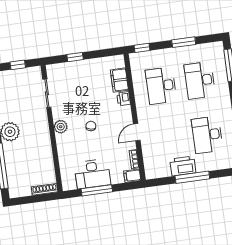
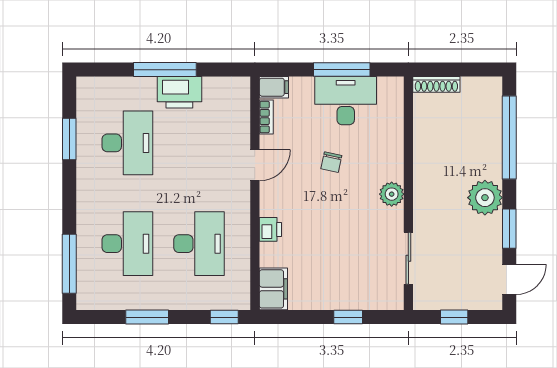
filing cabinet: (119, 80) -> (273, 289), moved
chair: (91, 126) -> (331, 162), moved

